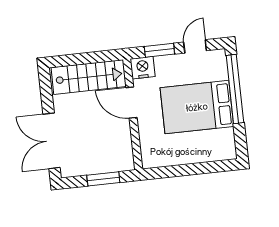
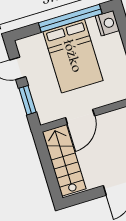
nightstand: (143, 68) -> (107, 23), moved, turned 180
window: (235, 89) -> (70, 18), moved

